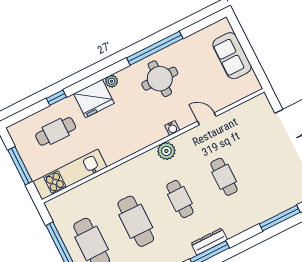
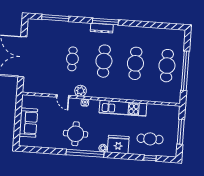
window: (155, 48) -> (85, 153), moved
window: (56, 98) -> (150, 158), moved
plant: (166, 151) -> (81, 91), moved
kitchen unit: (70, 174) -> (123, 108), moved
cafe table: (180, 199) -> (104, 61), width x1.37, depth x1.35

